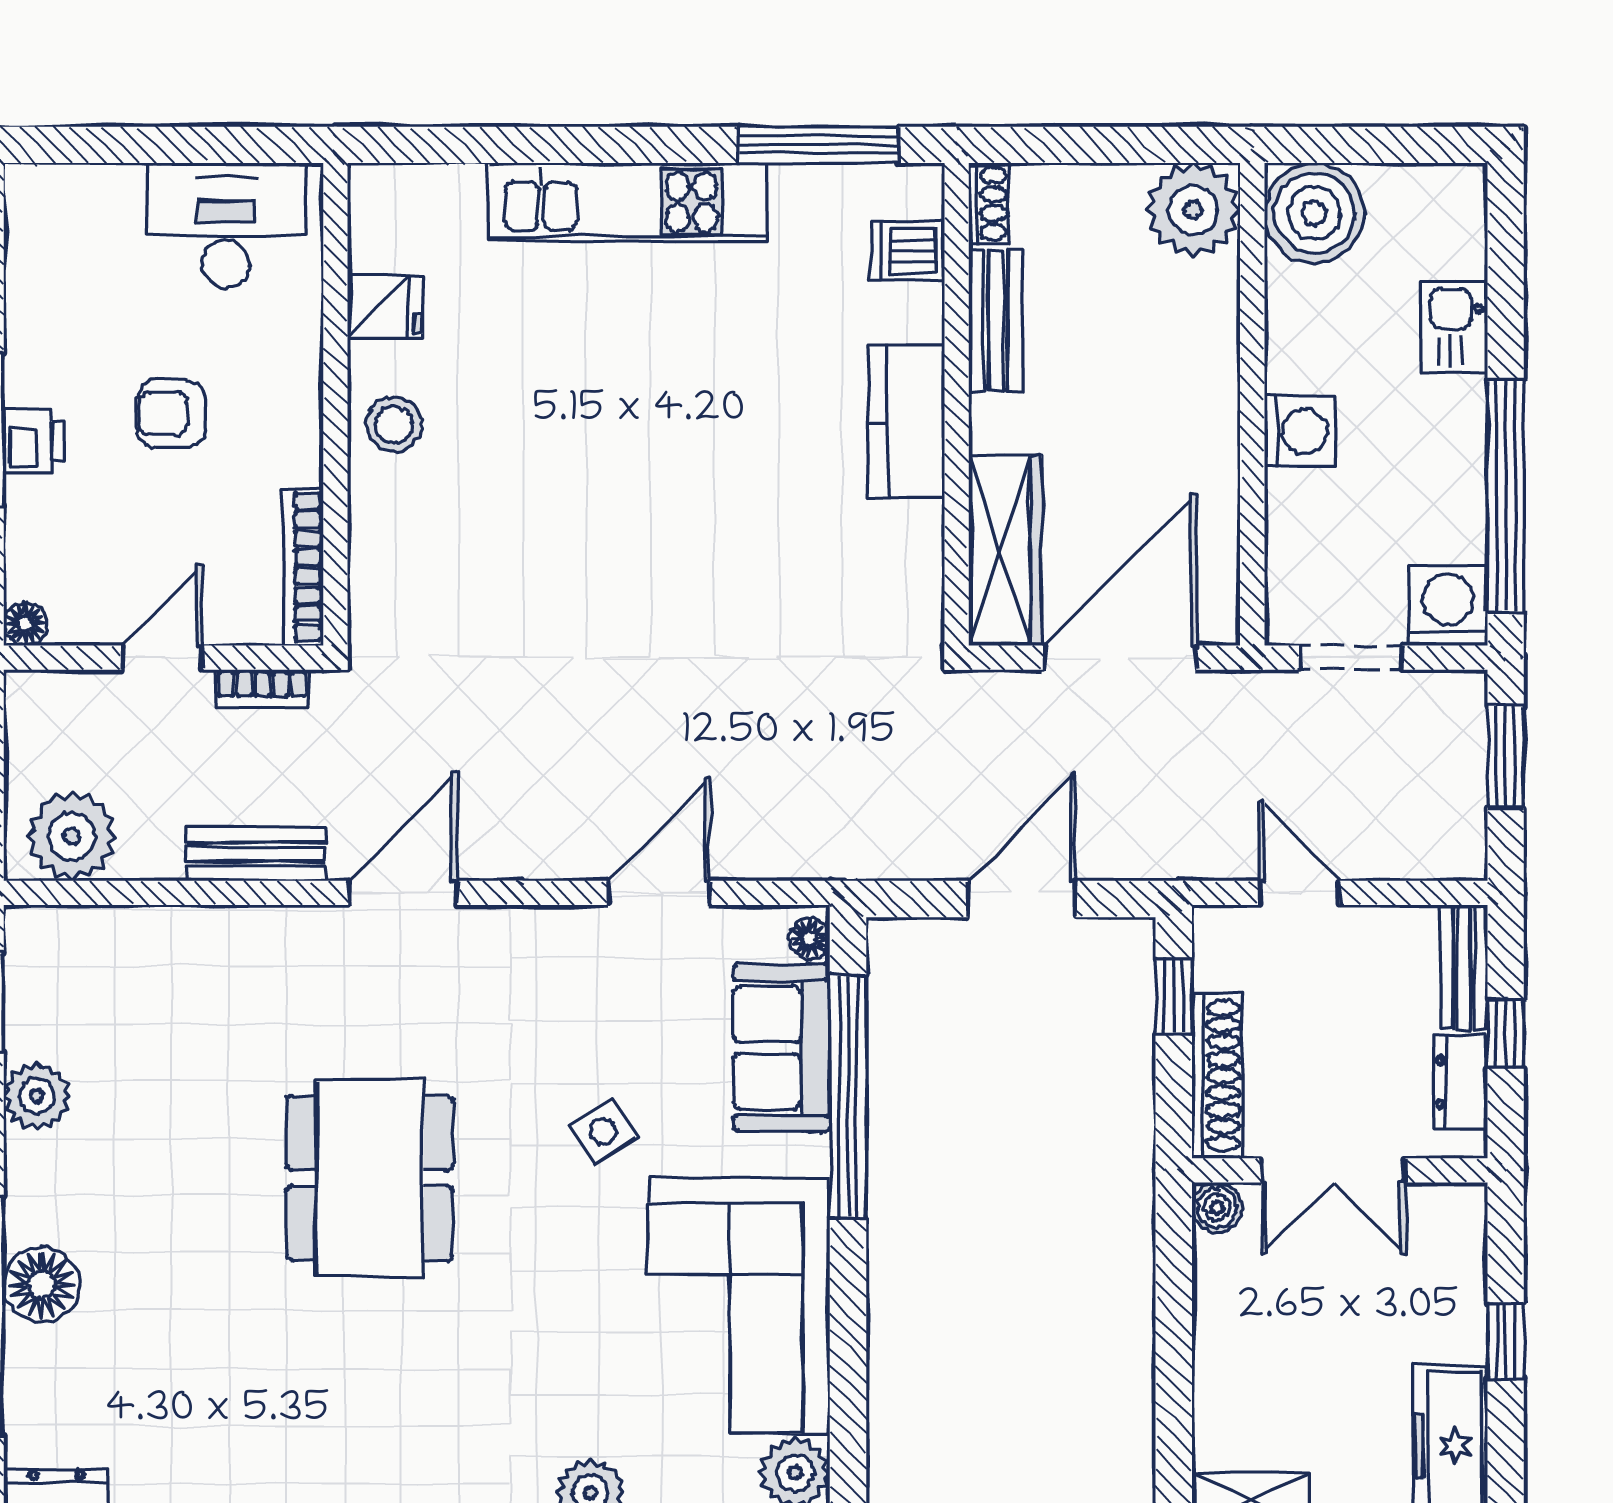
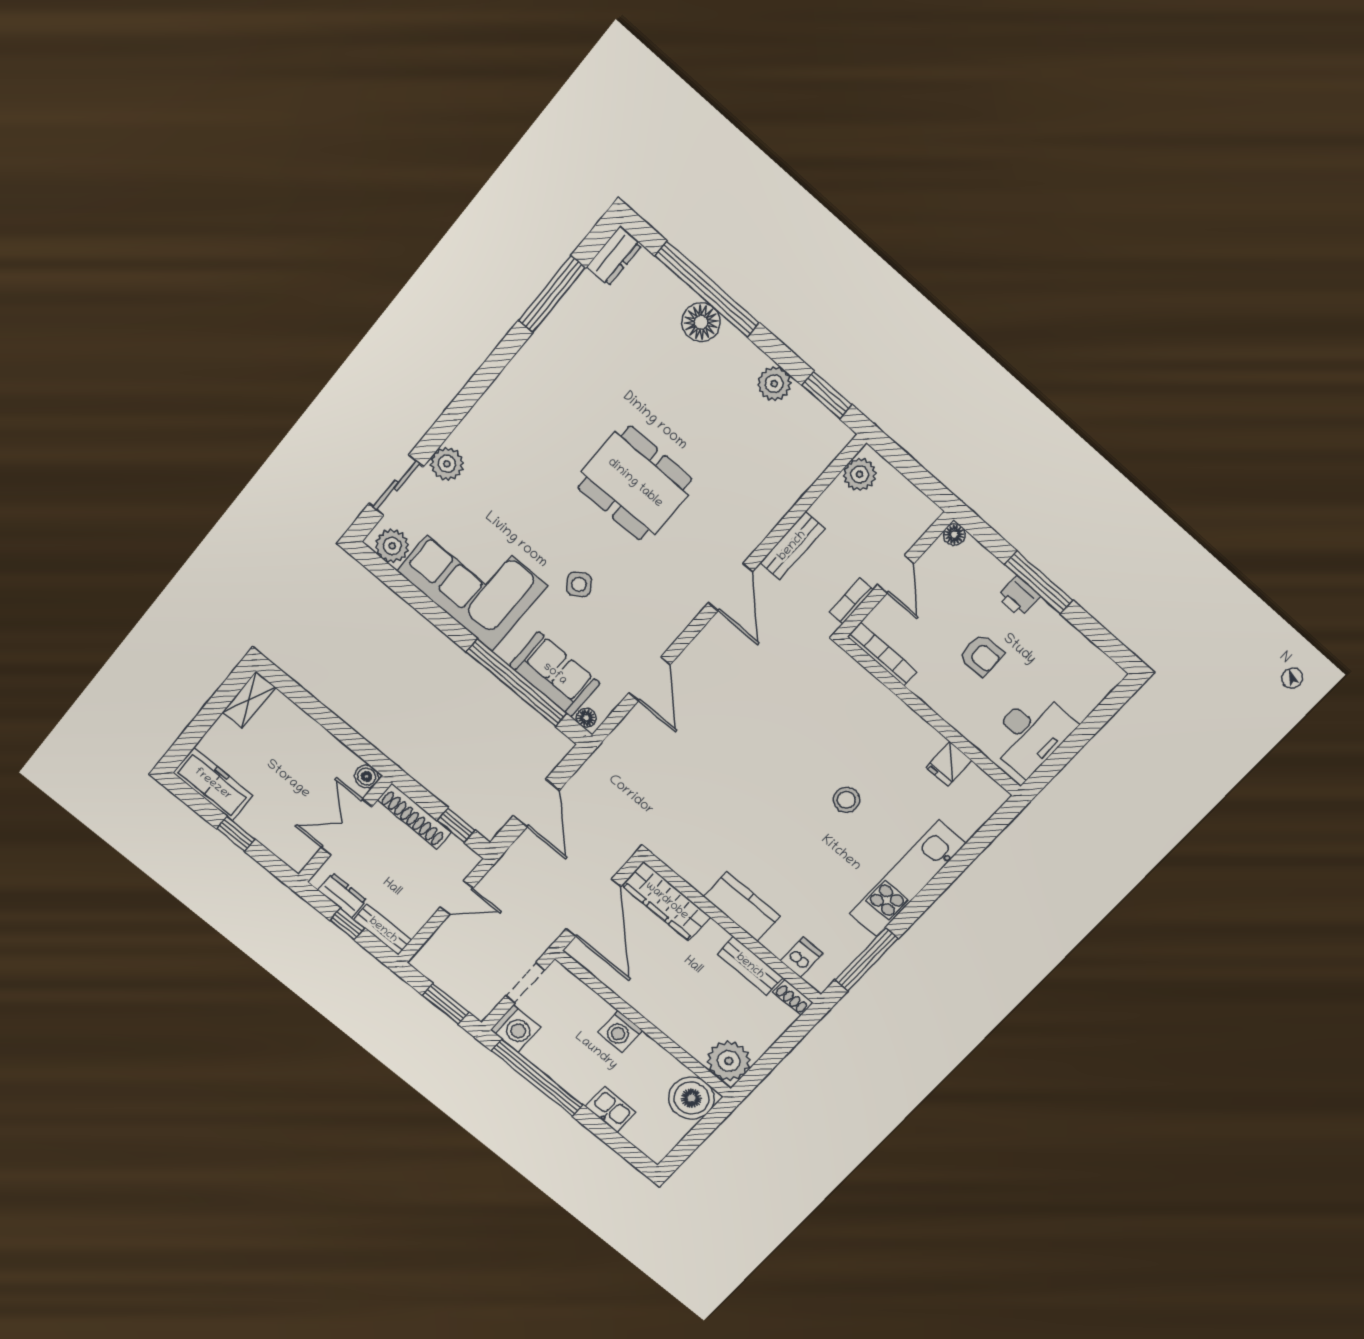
armchair: (171, 414) -> (982, 655), turned 89
stool: (394, 424) -> (846, 800), moved
plant: (72, 836) -> (860, 474), width x0.73, depth x0.73

